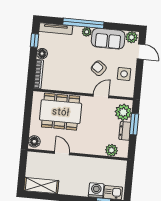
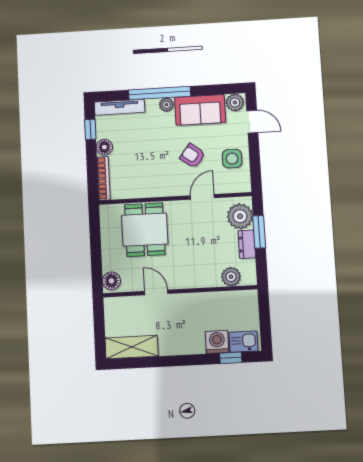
dining table: (61, 112) -> (145, 230), width x0.73

